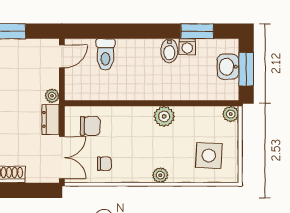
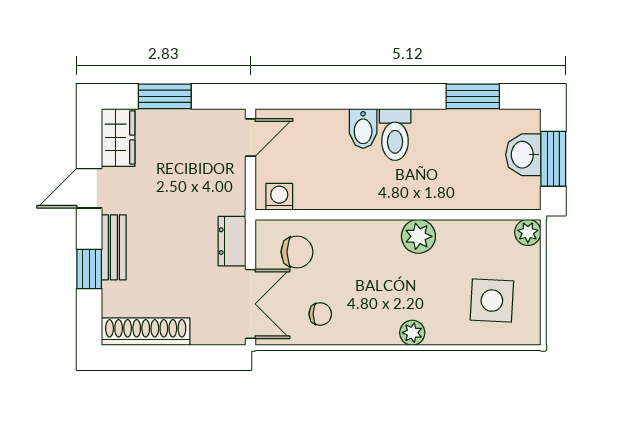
washing machine: (187, 47) -> (279, 197), moved, turned 180
bidet: (169, 51) -> (363, 129), moved
toilet: (105, 54) -> (395, 135), moved
plant: (52, 96) -> (234, 202), removed

